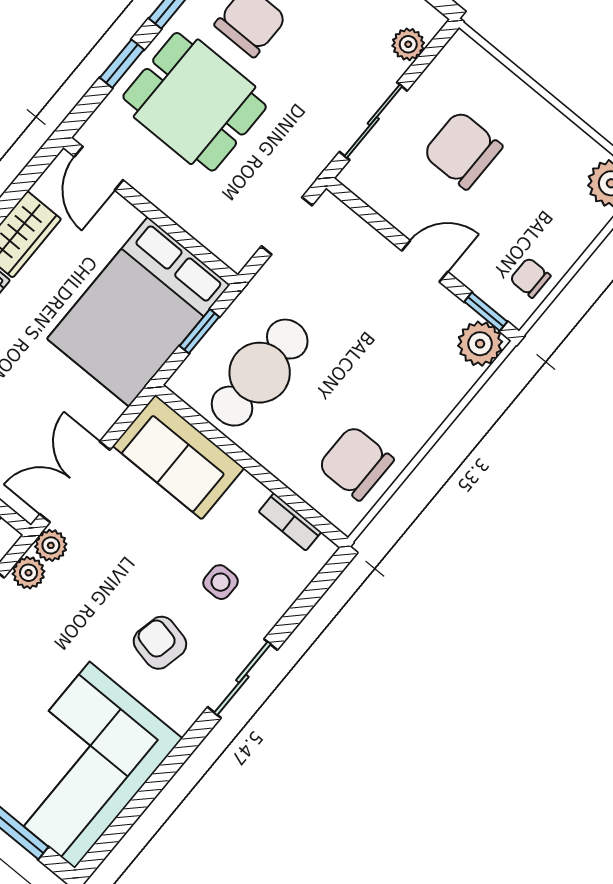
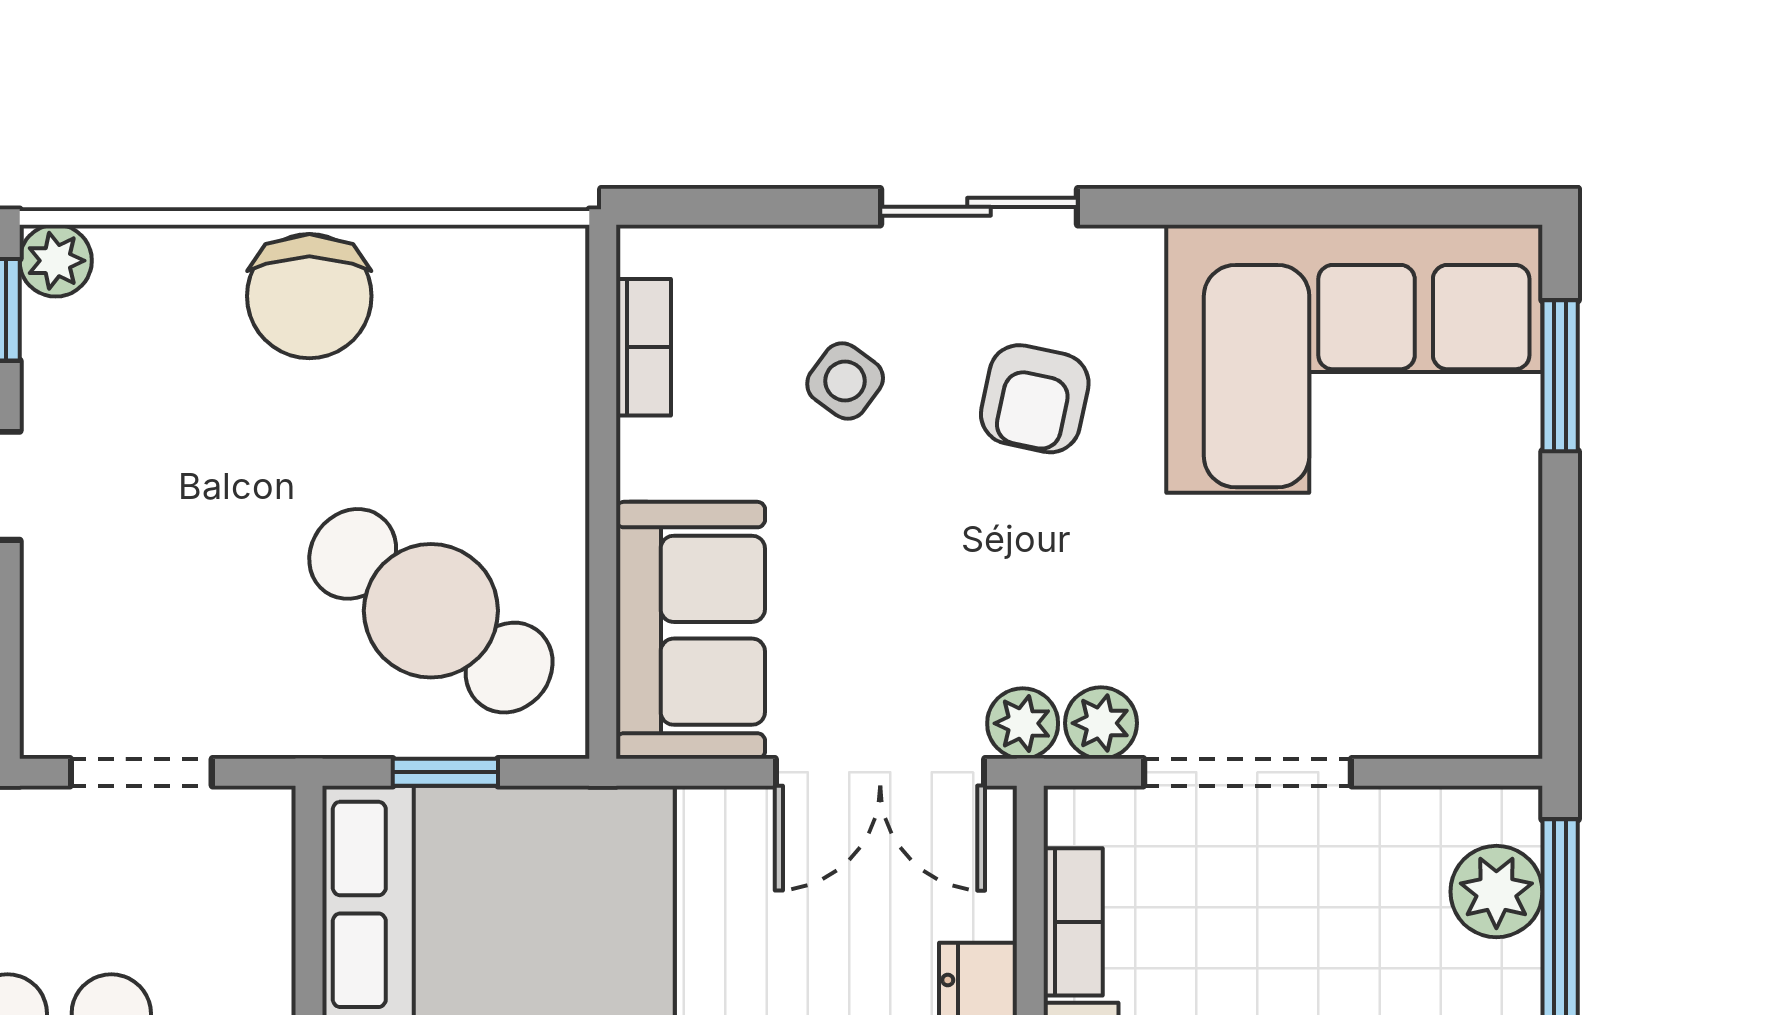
plant: (480, 344) -> (56, 261), width x0.73, depth x0.73
cafe table: (260, 373) -> (431, 611), turned 36
chair: (356, 463) -> (309, 296), moved
side table: (220, 582) -> (845, 381), turned 36

